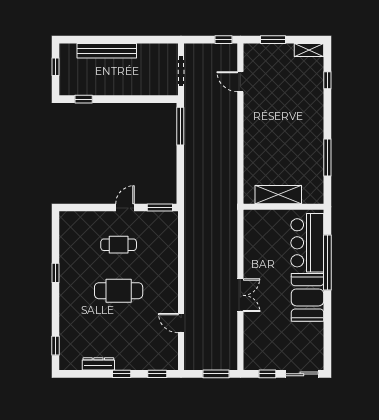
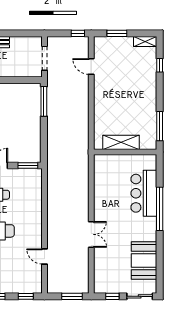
shelving: (278, 195) -> (121, 142), moved
wall: (284, 207) -> (125, 152), moved
booth: (308, 297) -> (144, 260), moved

